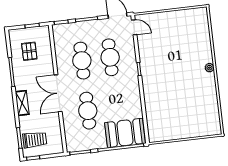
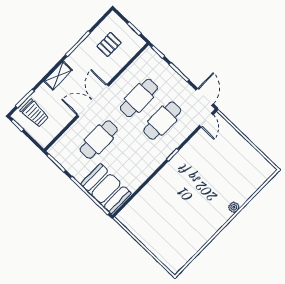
plant: (209, 68) -> (234, 207), moved

